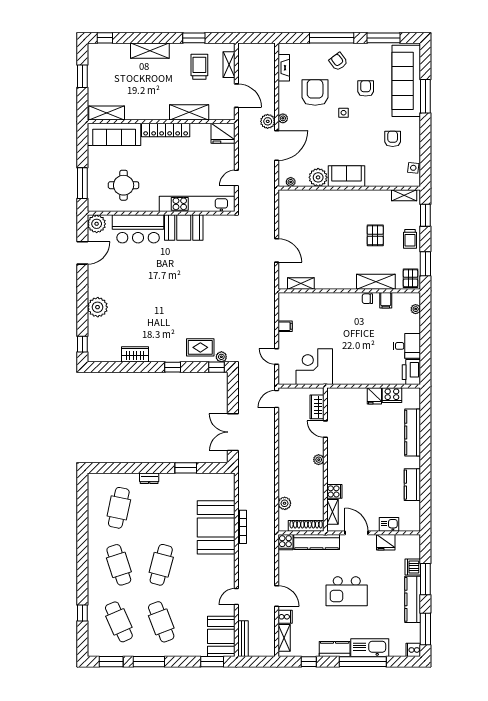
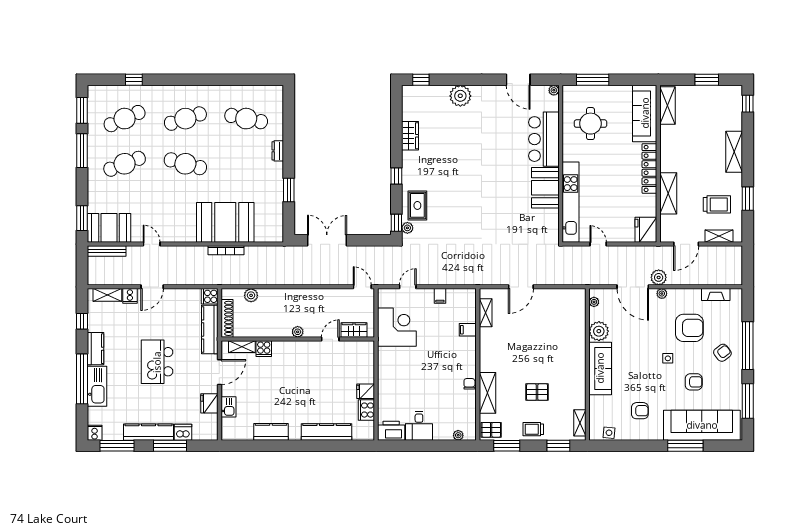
sofa: (346, 176) -> (600, 368), width x1.36
plant: (97, 224) -> (554, 90), width x0.53, depth x0.53
filing cabinet: (386, 300) -> (468, 330), moved

